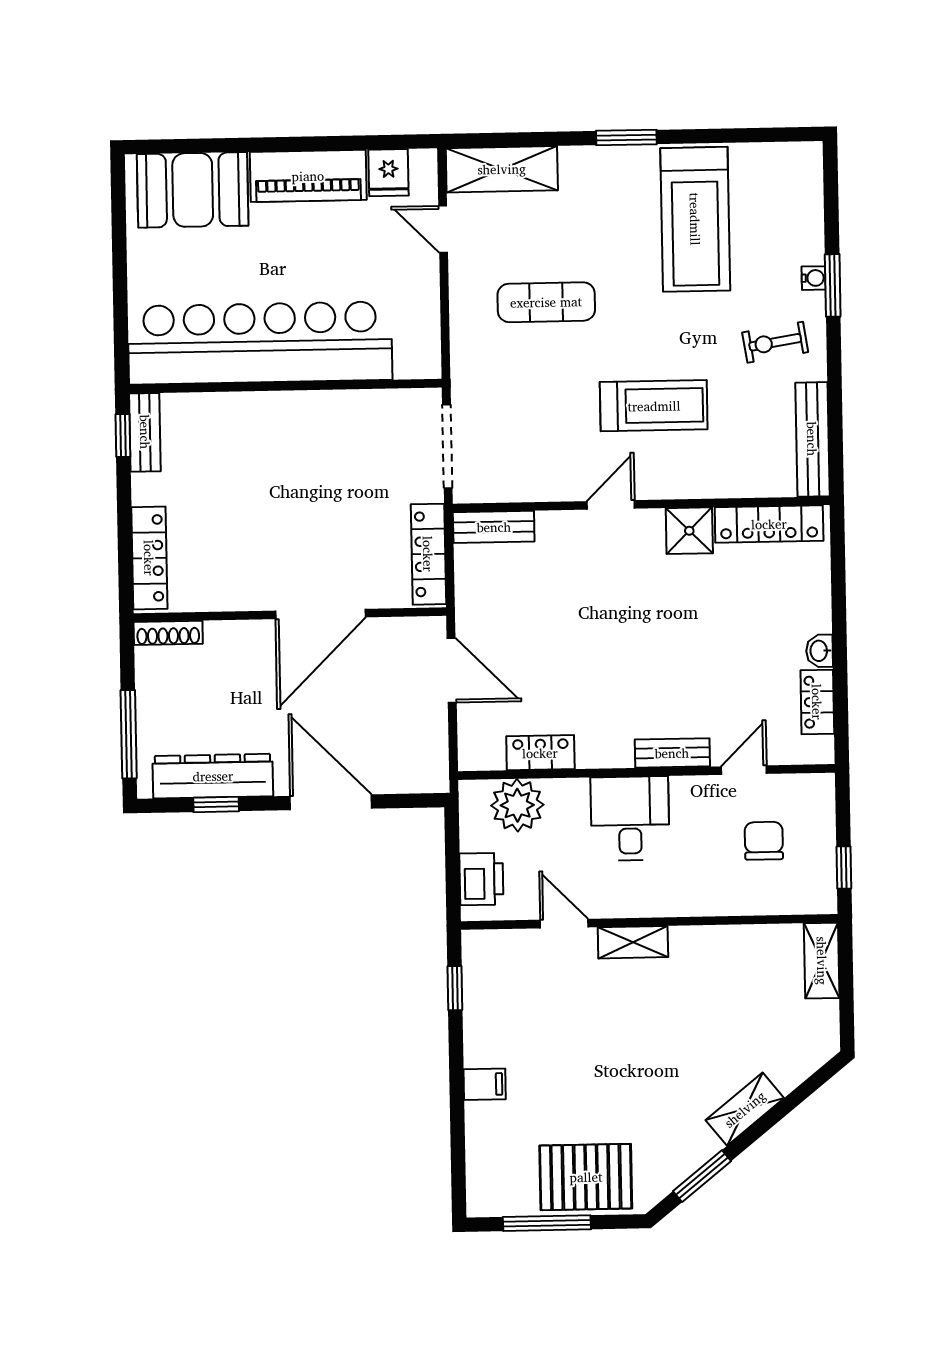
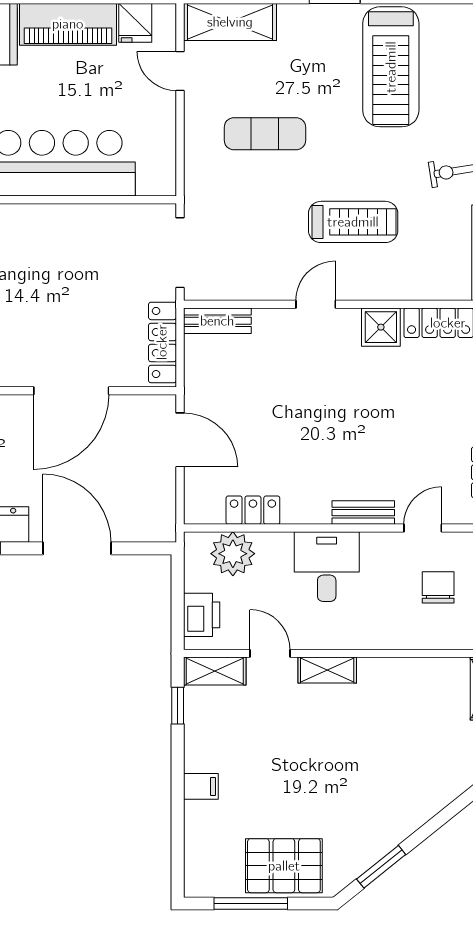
shelving: (745, 1109) -> (215, 671), moved, turned 39

